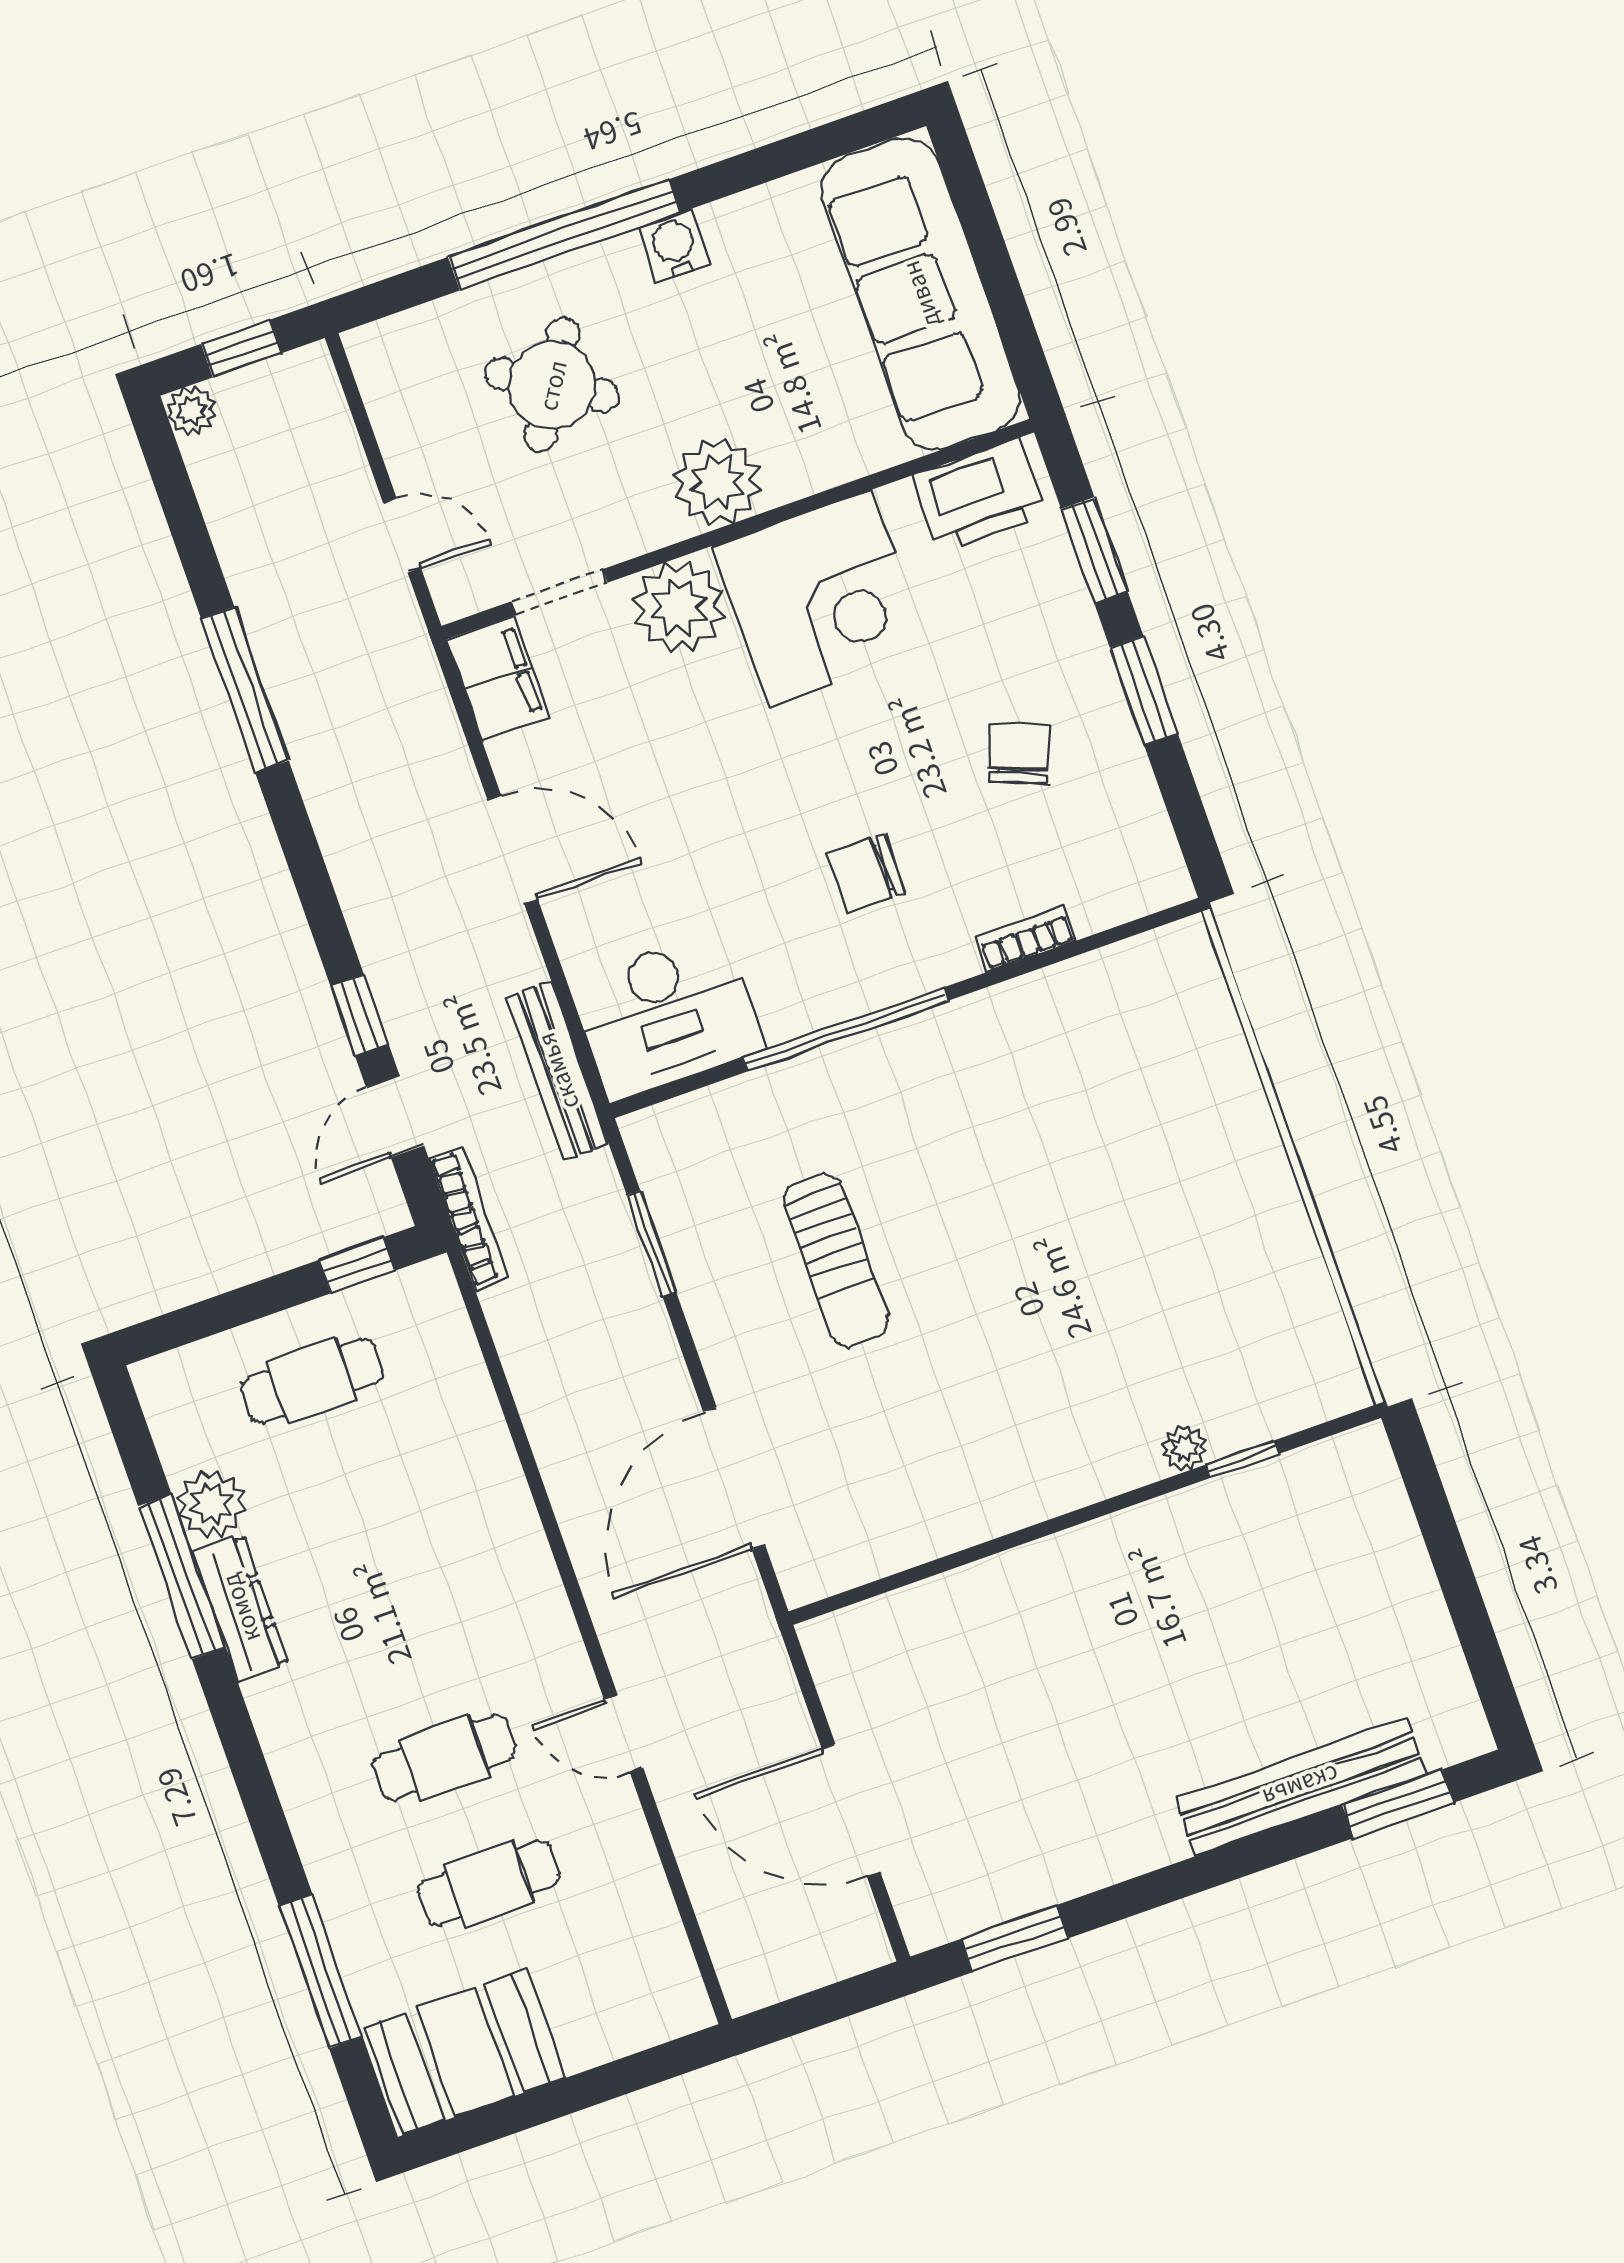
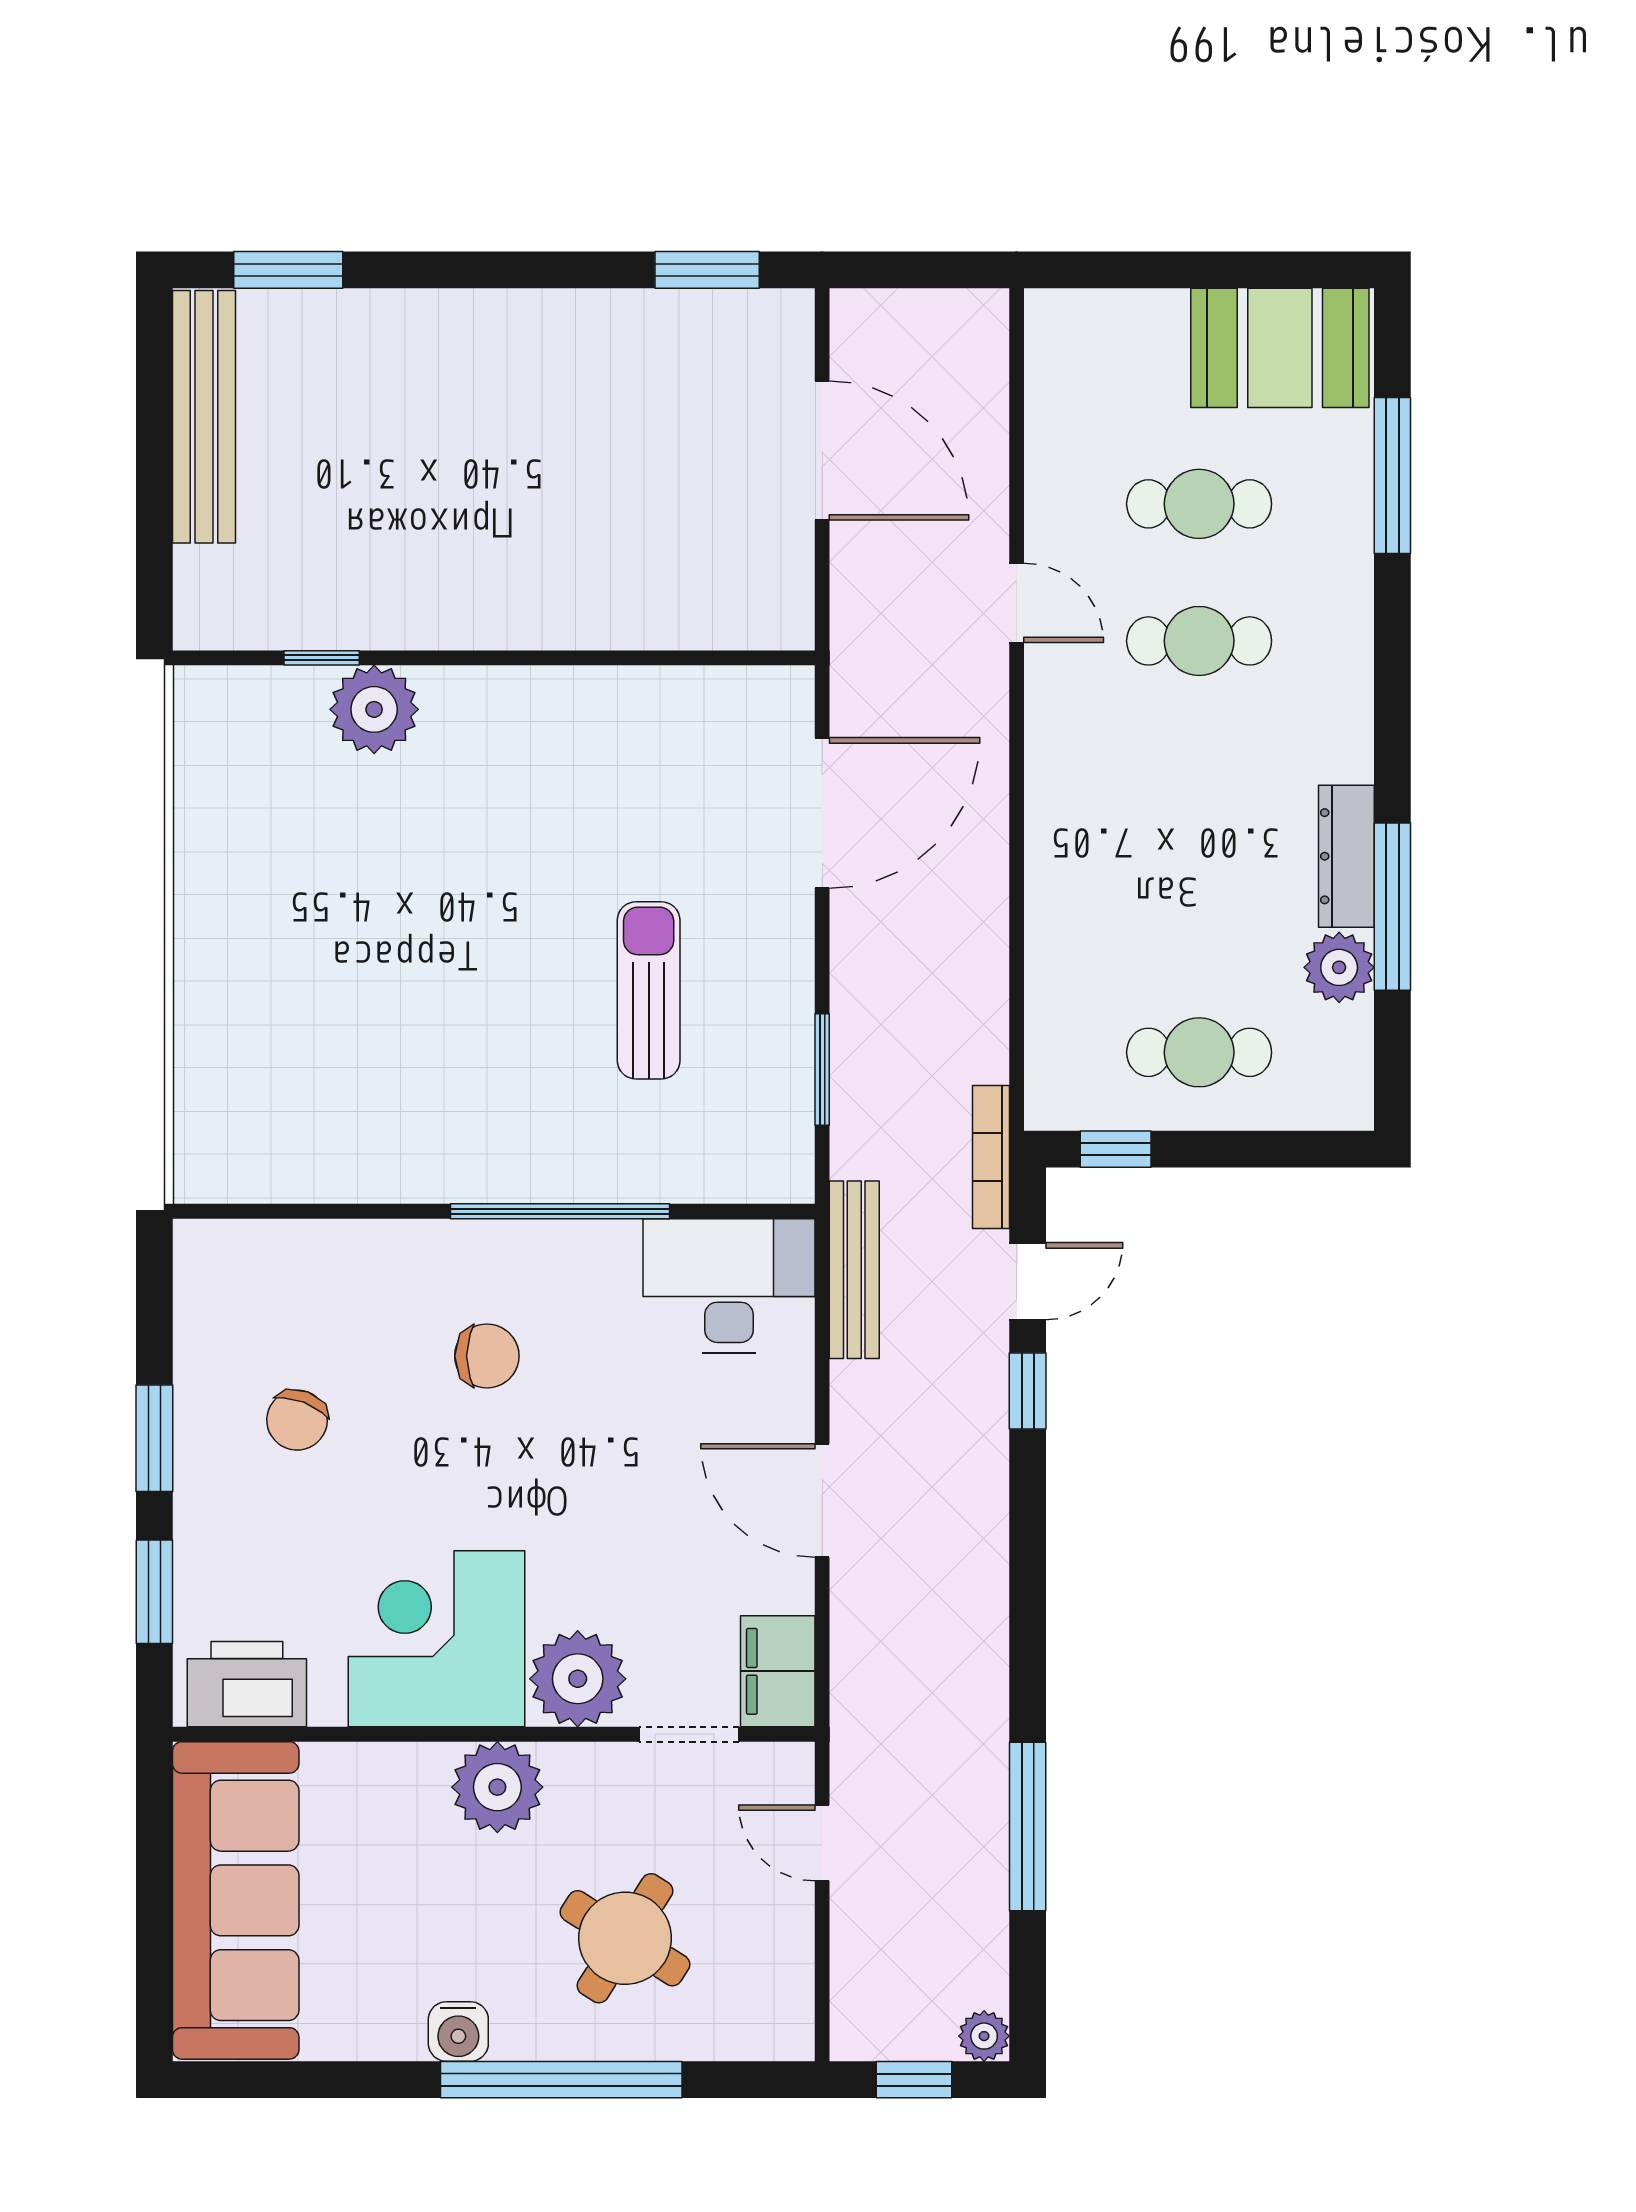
window: (245, 690) -> (1028, 1826), moved
bookcase: (1026, 939) -> (354, 1238), removed
plant: (1184, 1448) -> (374, 709), width x1.87, depth x1.87
bench: (1301, 1787) -> (204, 417), moved, turned 90

